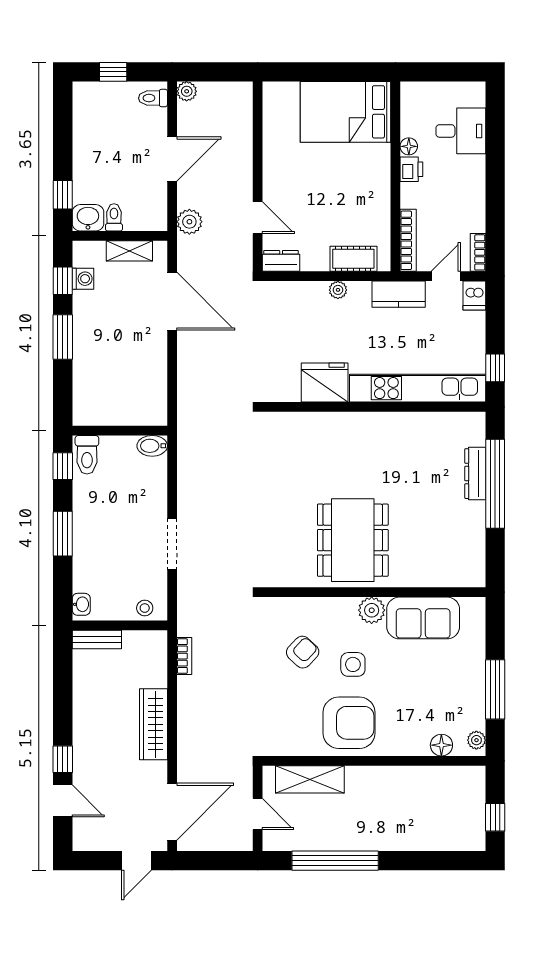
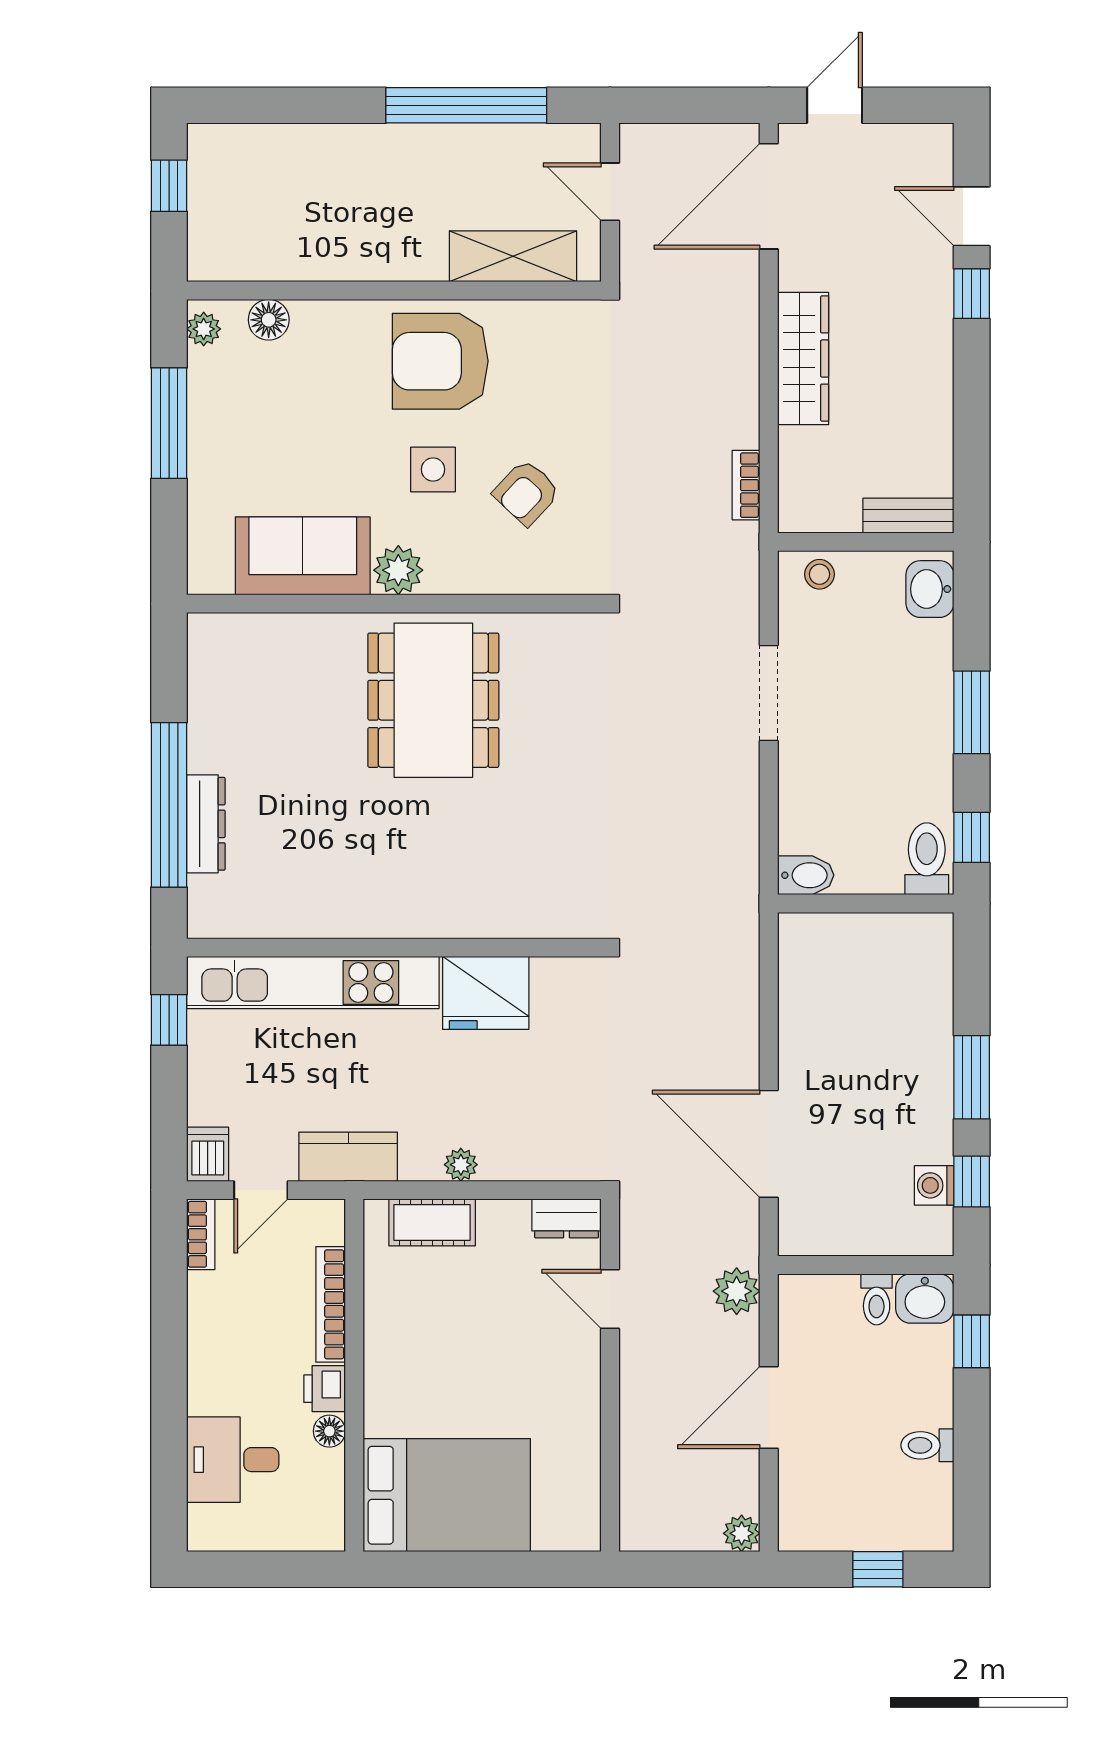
toilet: (153, 98) -> (927, 1445), moved, turned 180
bookcase: (408, 240) -> (331, 1304), moved
shelving: (129, 251) -> (848, 1237), removed
washbasin: (81, 604) -> (930, 589), width x1.38, depth x1.45

